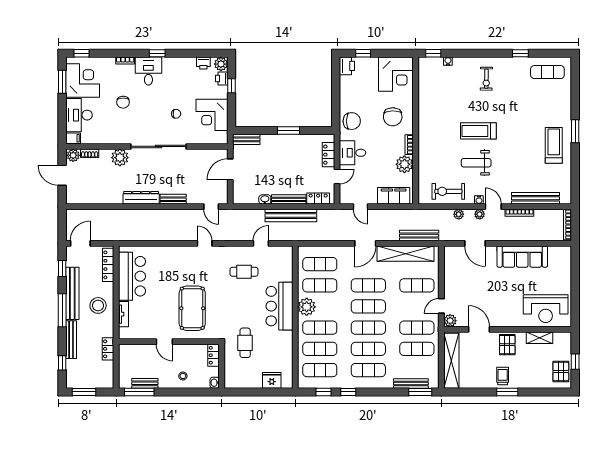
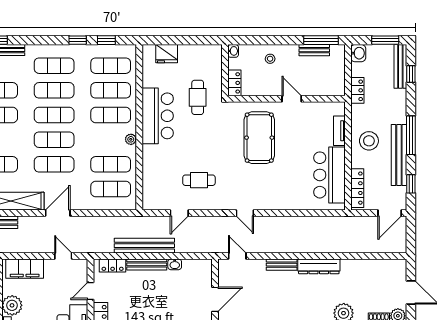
bar counter: (279, 306) -> (158, 116), moved
plant: (307, 307) -> (131, 139), width x0.53, depth x0.53
bench: (71, 340) -> (400, 66), moved
washbasin: (107, 381) -> (358, 53), added

